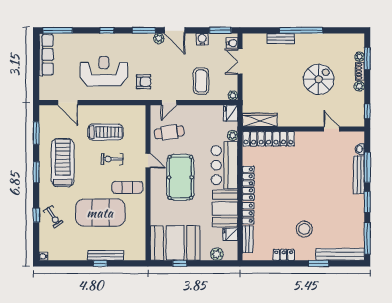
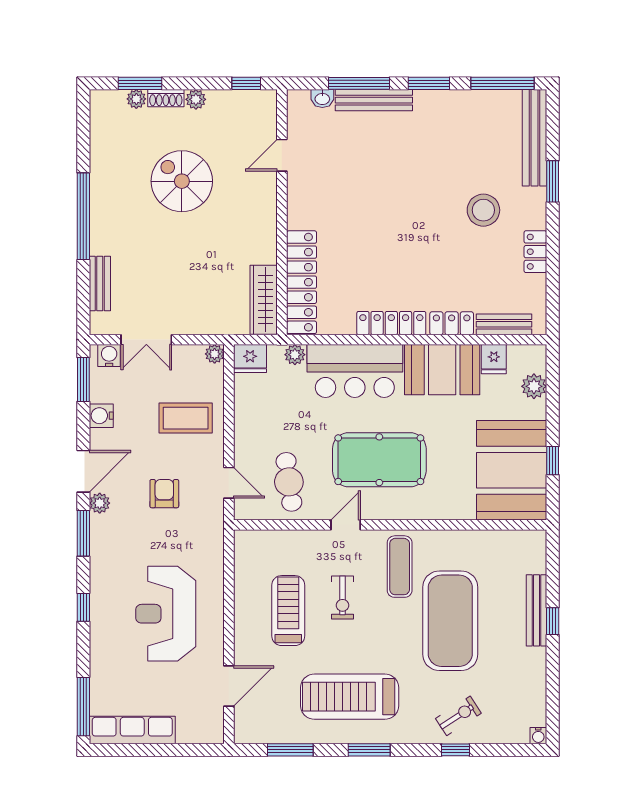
bench: (281, 39) -> (100, 284), moved
armchair: (144, 82) -> (164, 494), moved

